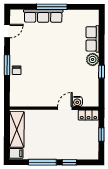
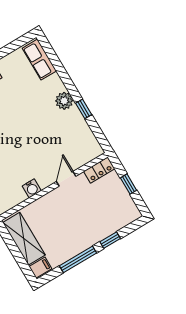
row of seats: (92, 39) -> (39, 60), moved
water cooler: (77, 101) -> (32, 188), moved

